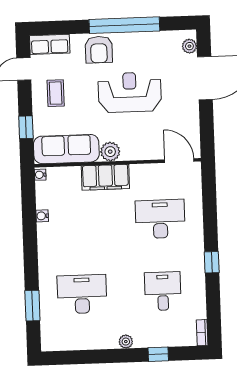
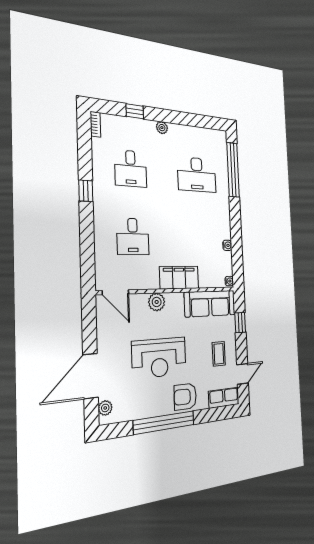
armchair: (99, 50) -> (185, 397), turned -89
plant: (110, 152) -> (157, 302), moved
desk: (160, 219) -> (133, 236), width x0.73
window: (32, 306) -> (233, 170), width x2.11

